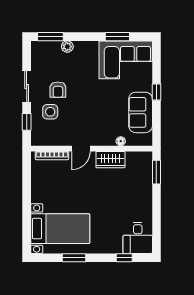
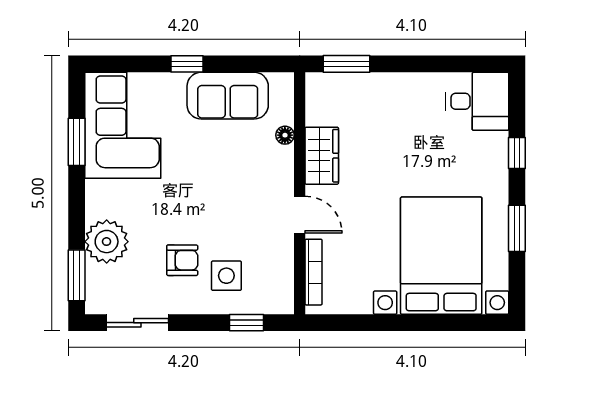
plant: (67, 47) -> (107, 242), width x1.87, depth x1.87
sliding door: (27, 86) -> (137, 323), moved
bed with nightstands: (60, 229) -> (441, 256), width x1.36
window: (124, 258) -> (517, 153), moved

